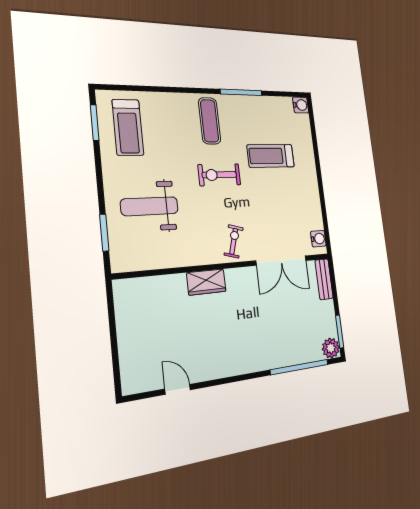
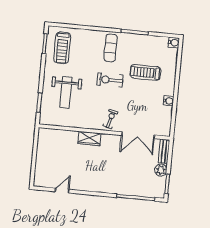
weight bench: (150, 206) -> (66, 92), turned -90
water cooler: (318, 239) -> (169, 101), moved
plant: (331, 348) -> (161, 170), moved
door: (178, 389) -> (62, 191), hinge flipped

